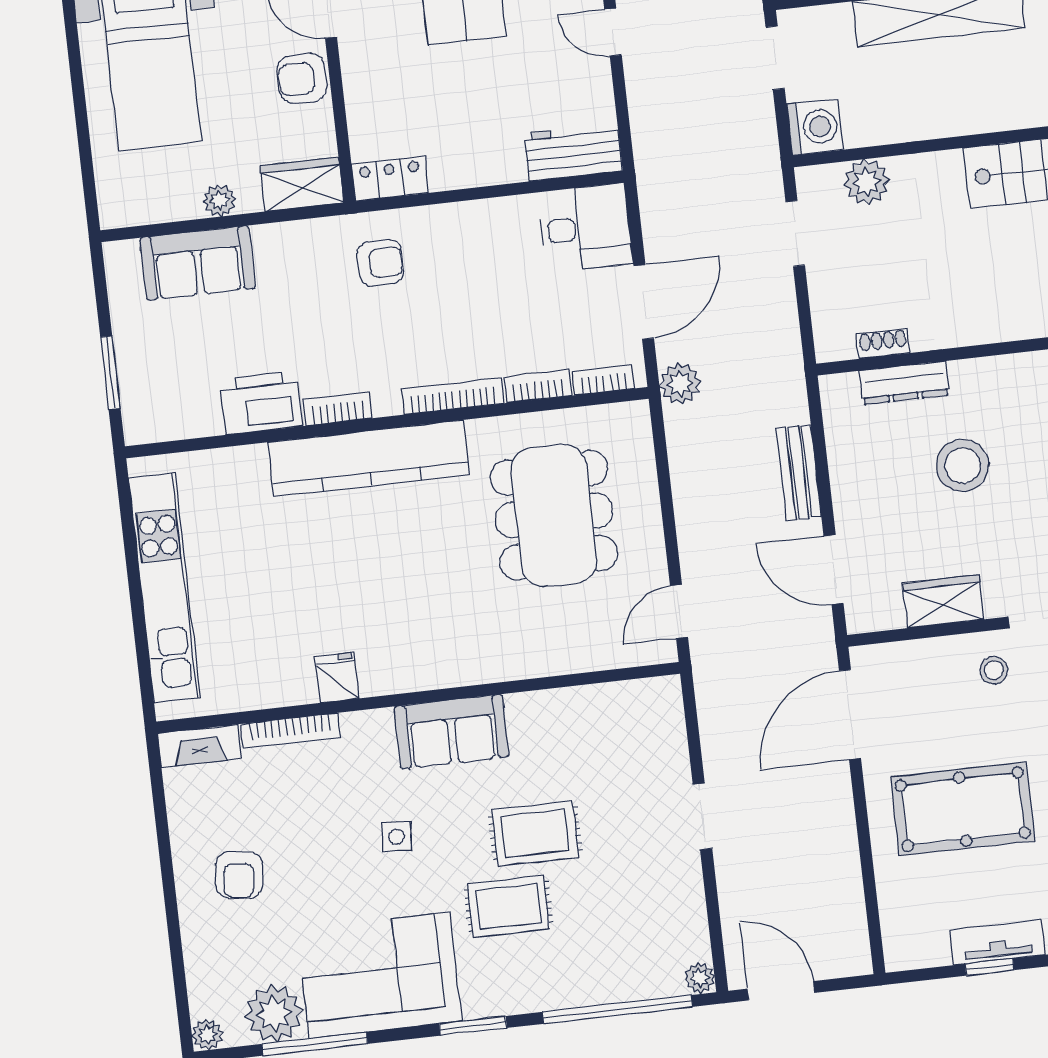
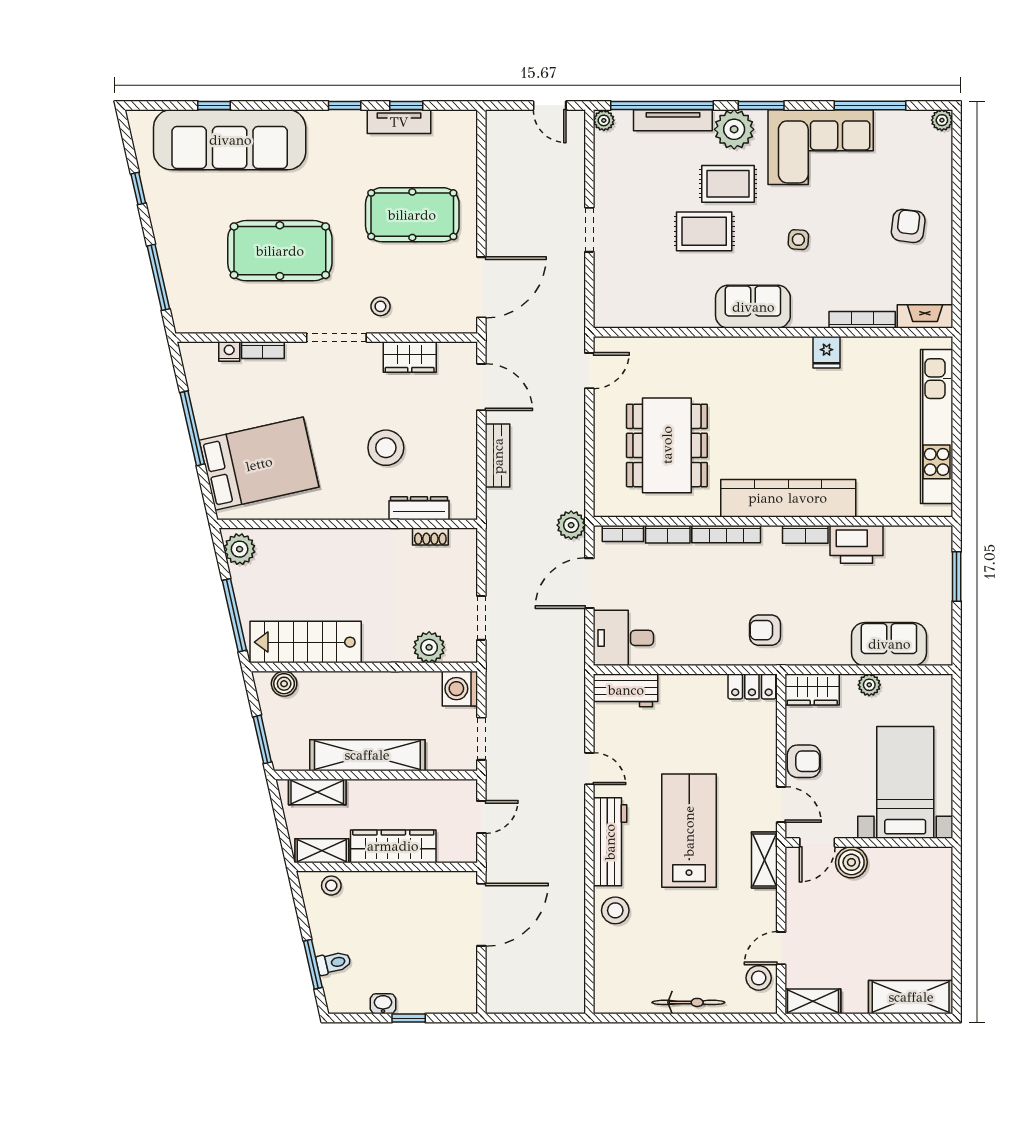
tv unit: (599, 990) -> (673, 120), added
door: (781, 991) -> (550, 105), width x0.73
plant: (274, 1013) -> (734, 129), moved

